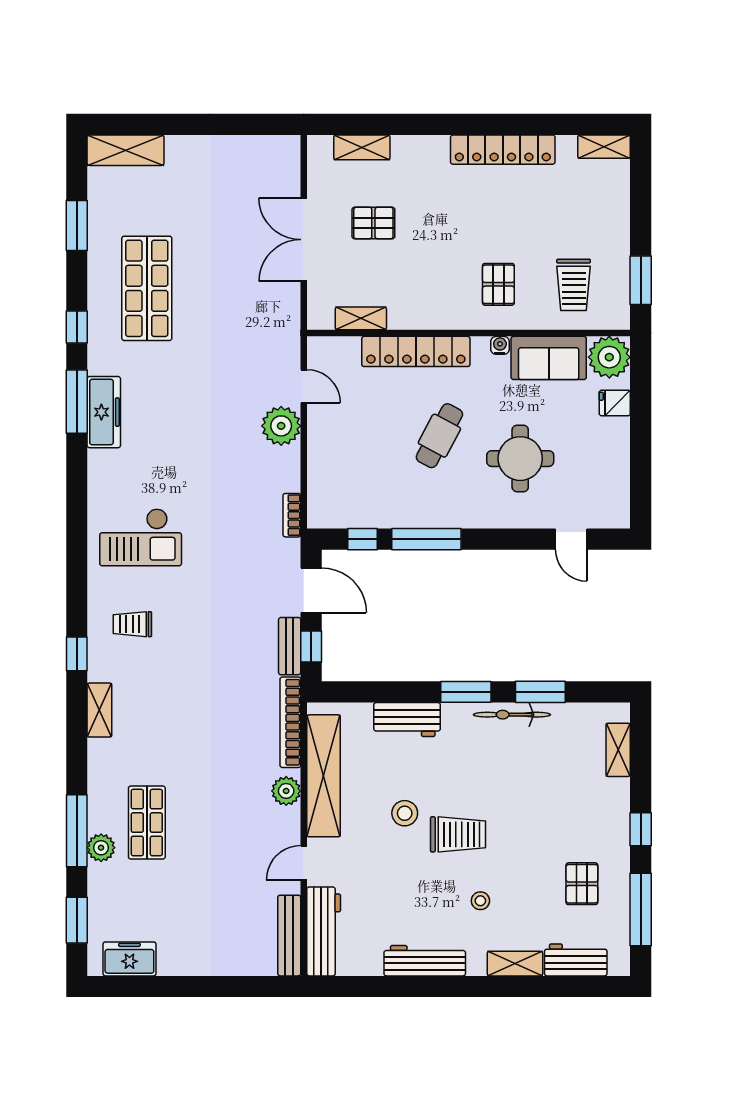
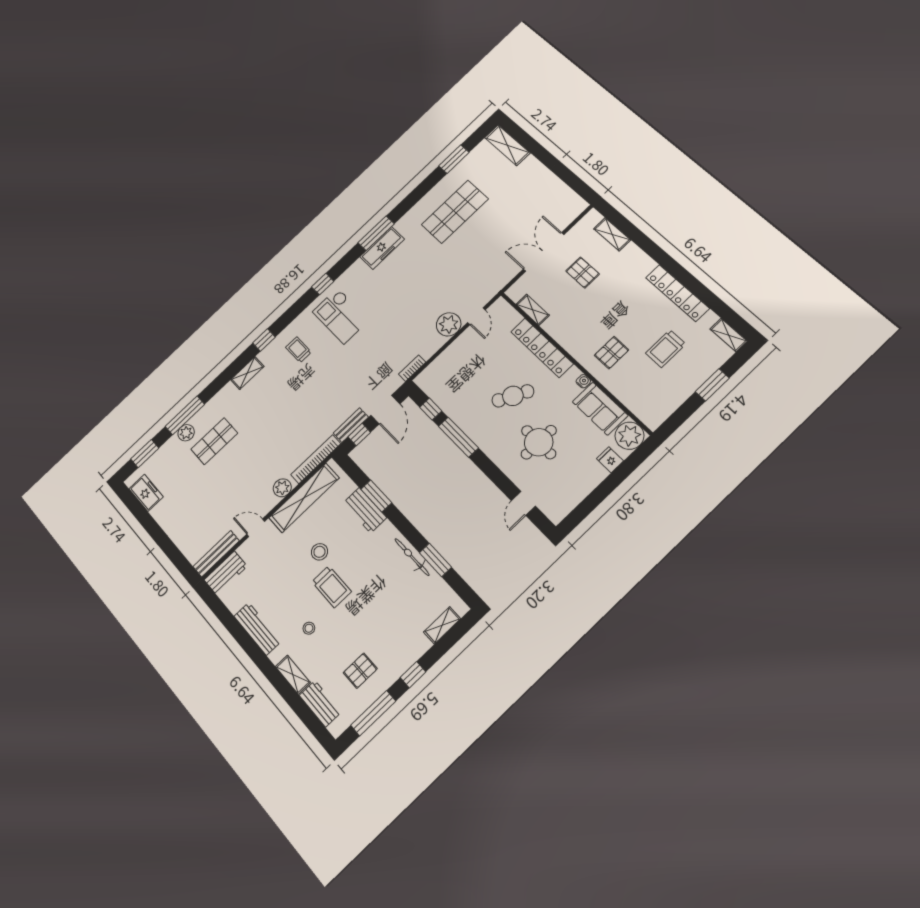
window: (641, 280) -> (712, 385), moved
trolley: (574, 285) -> (666, 349), moved
window: (77, 327) -> (323, 284), moved
window: (466, 692) -> (376, 496), moved
workbench: (324, 931) -> (226, 573), width x0.73

